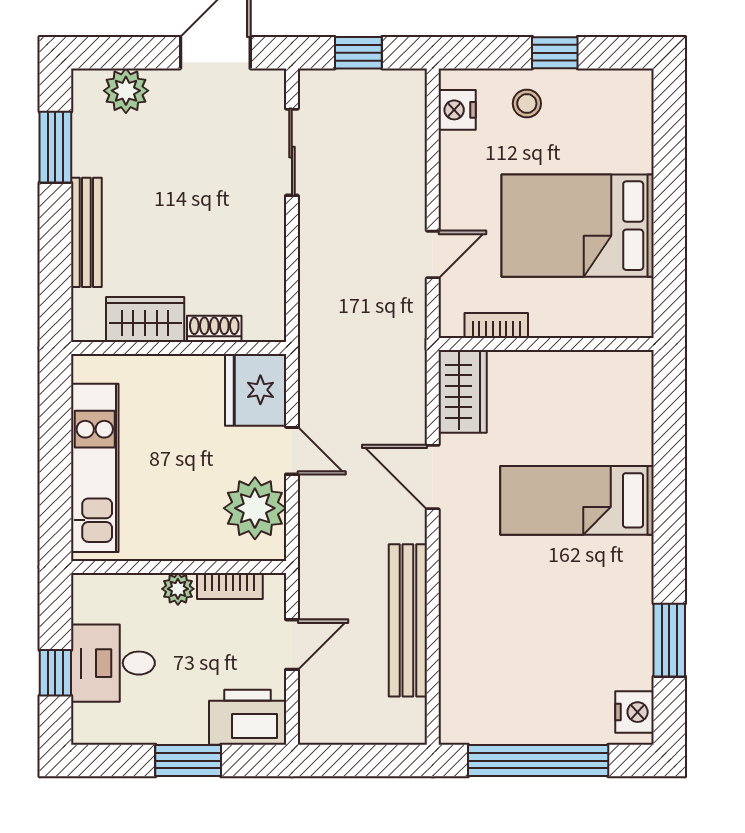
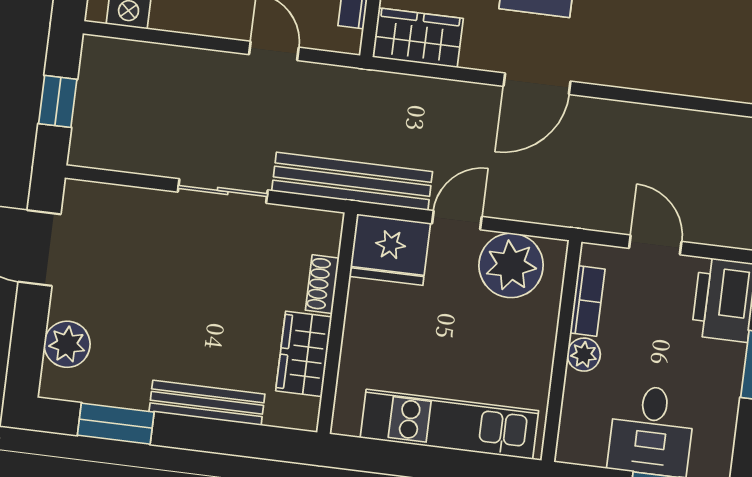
sliding door: (292, 152) -> (223, 191), moved
door: (433, 477) -> (537, 84), moved
bench: (408, 620) -> (352, 181), moved

